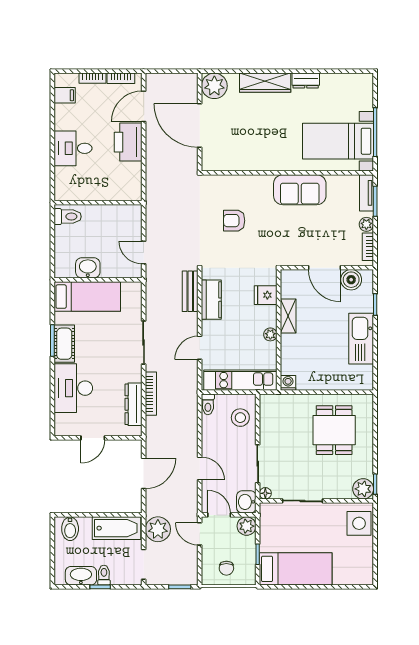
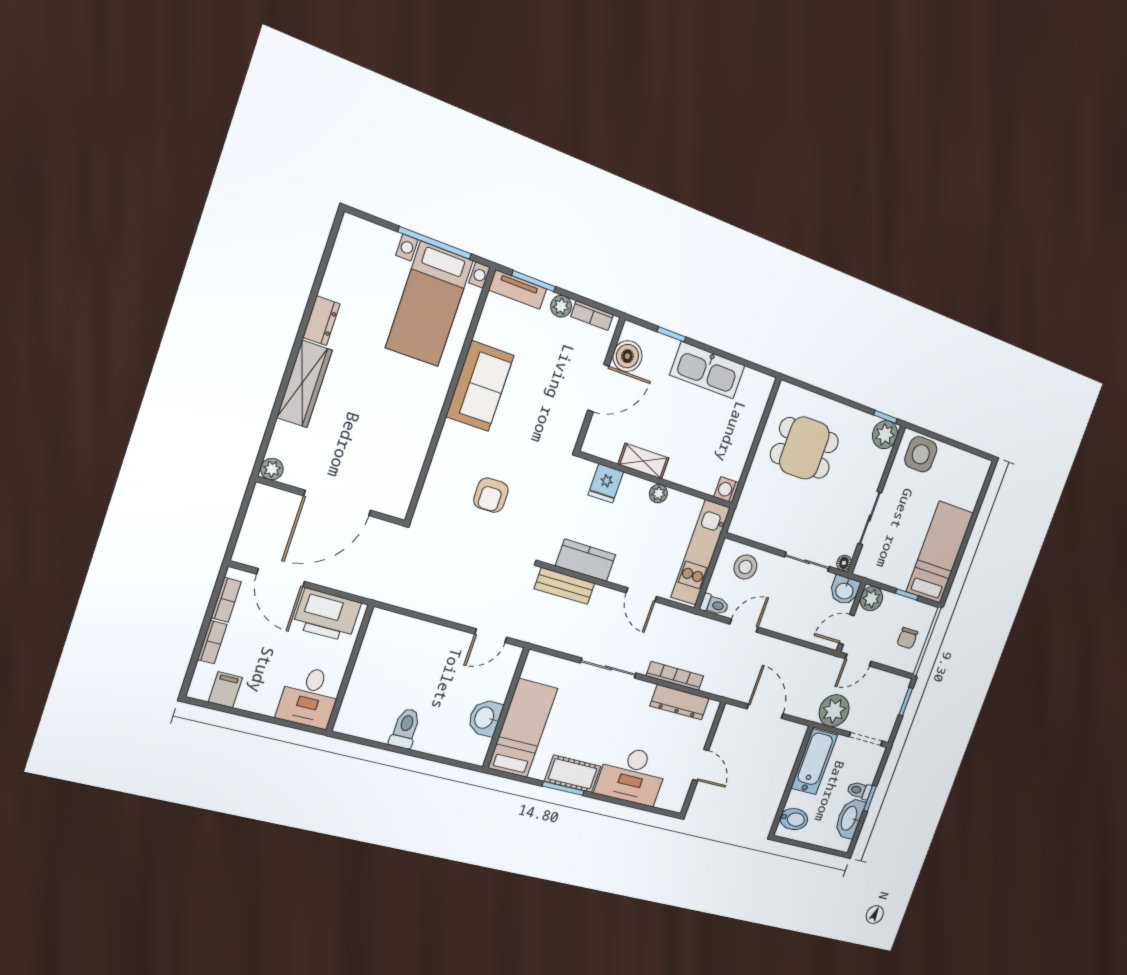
plant: (214, 86) -> (272, 469), width x0.53, depth x0.53
wall: (98, 203) -> (350, 668), moved
door: (200, 469) -> (744, 626), moved
chair: (226, 568) -> (907, 638), turned 90

